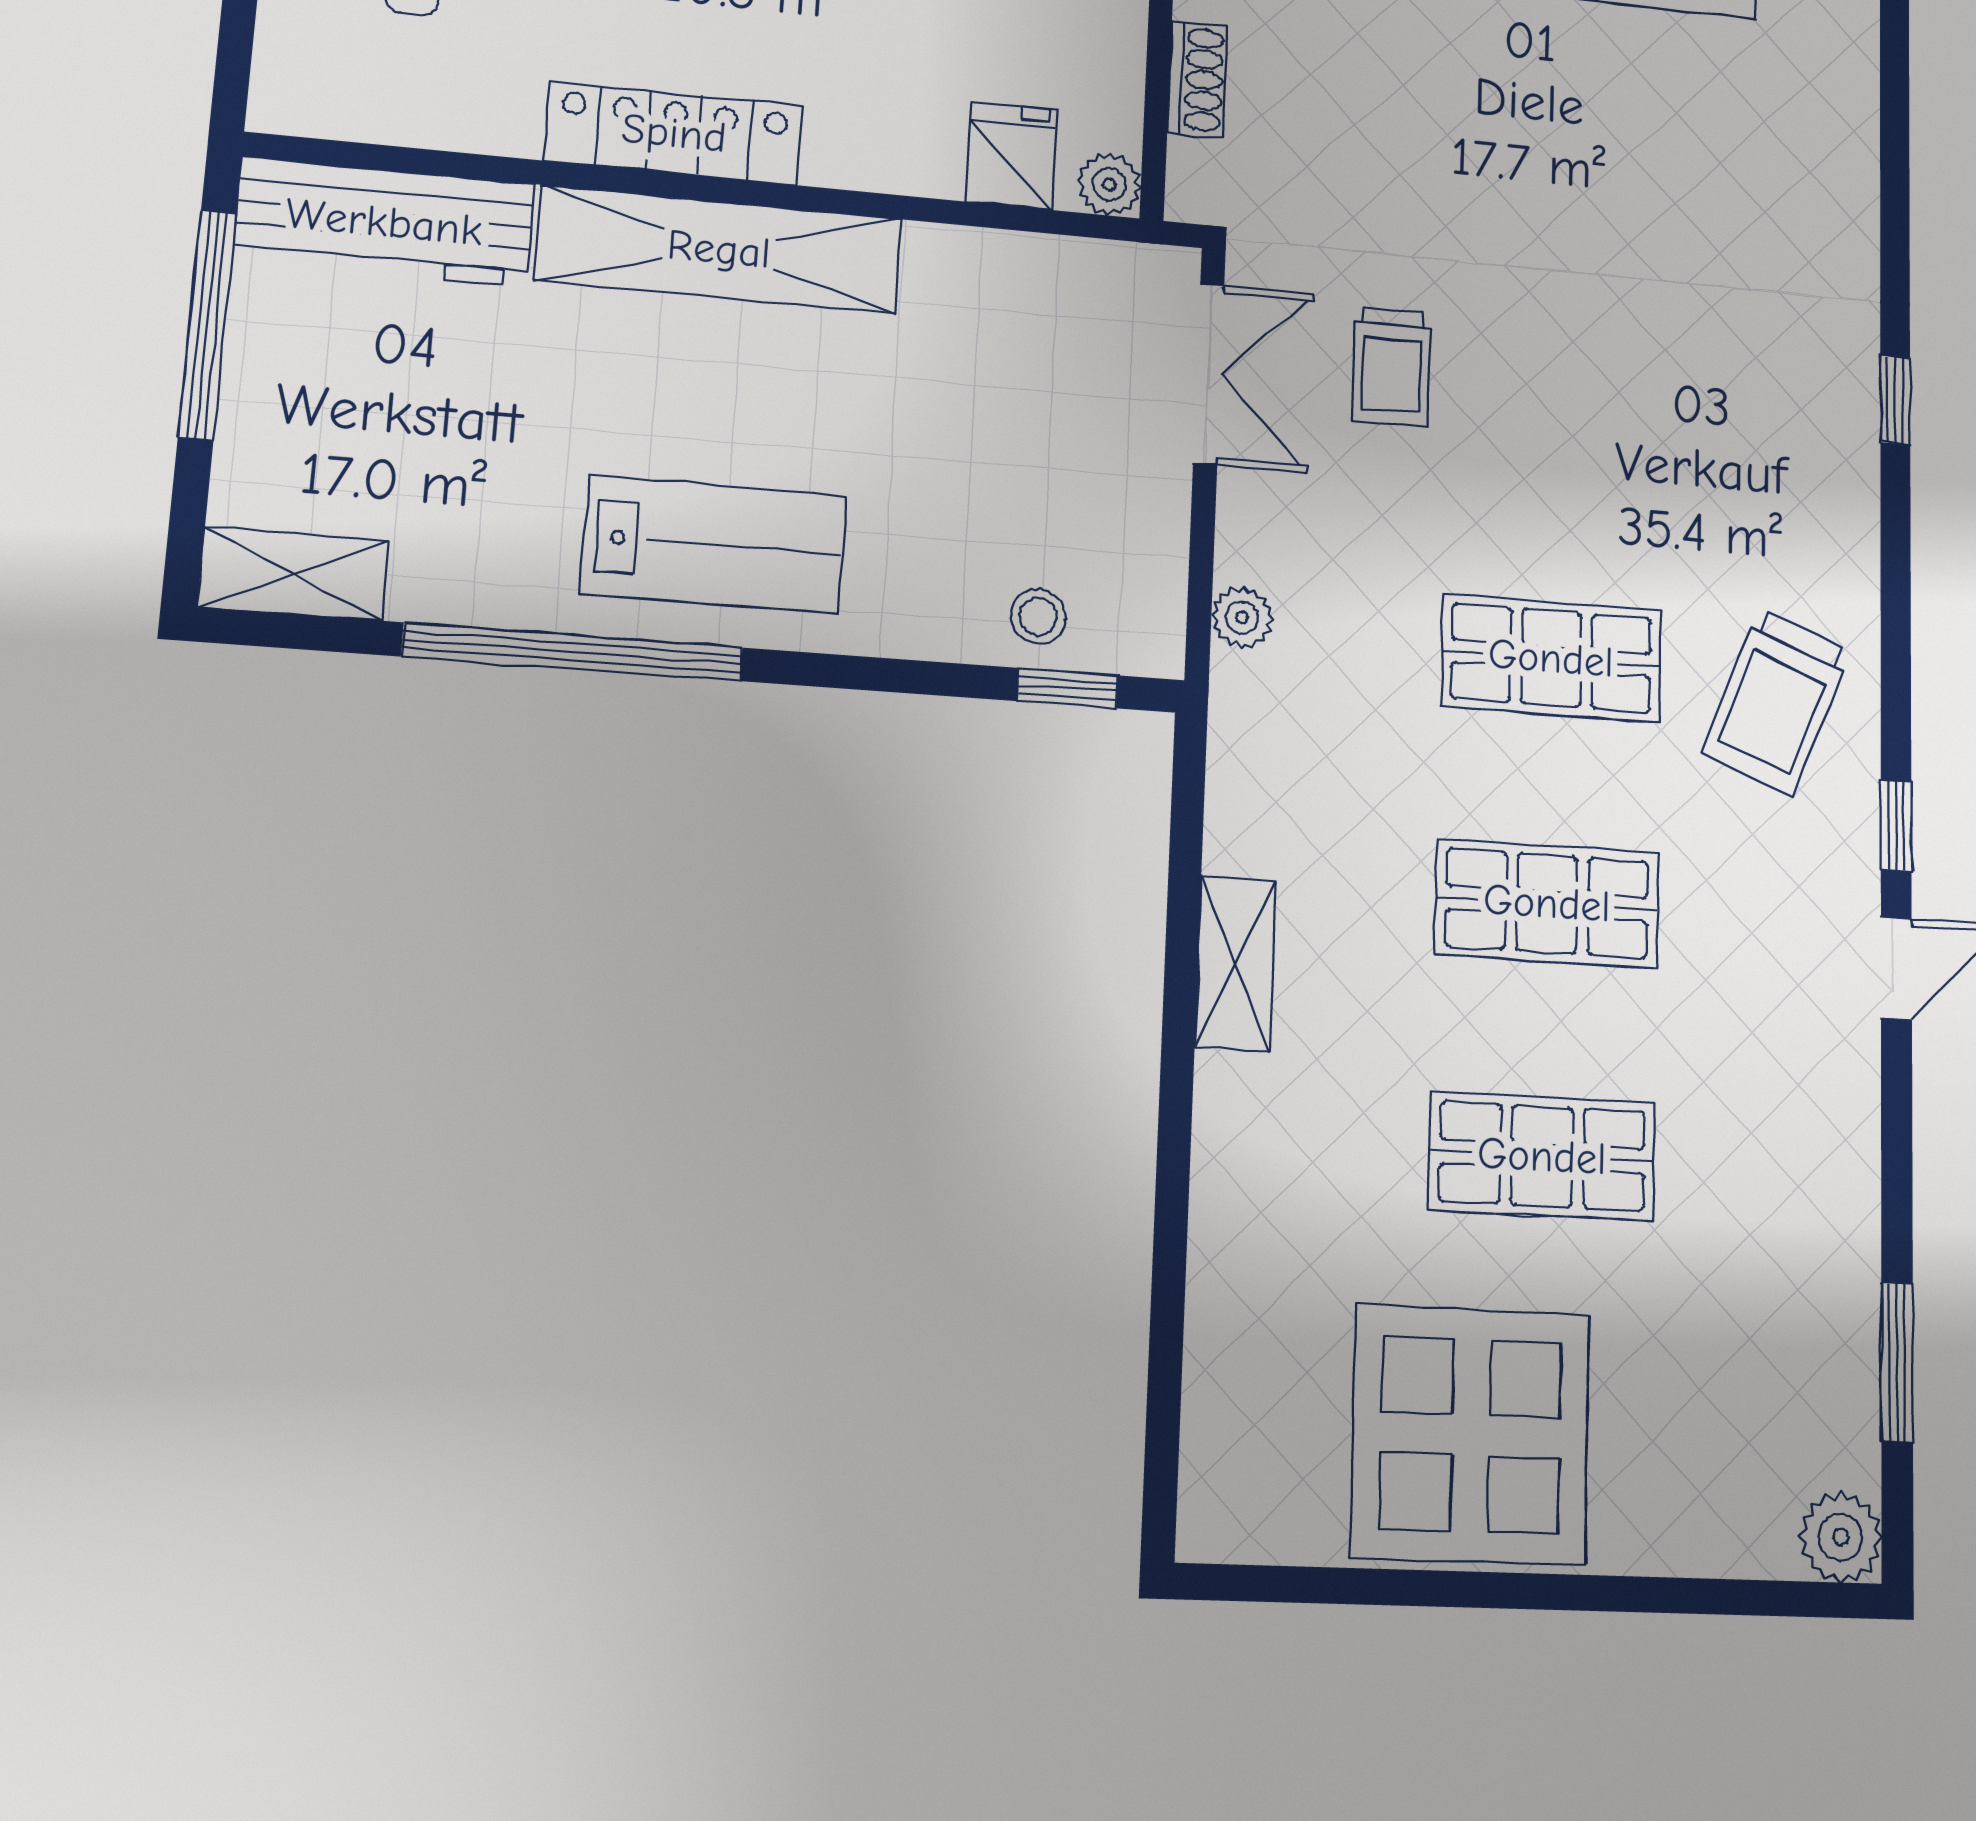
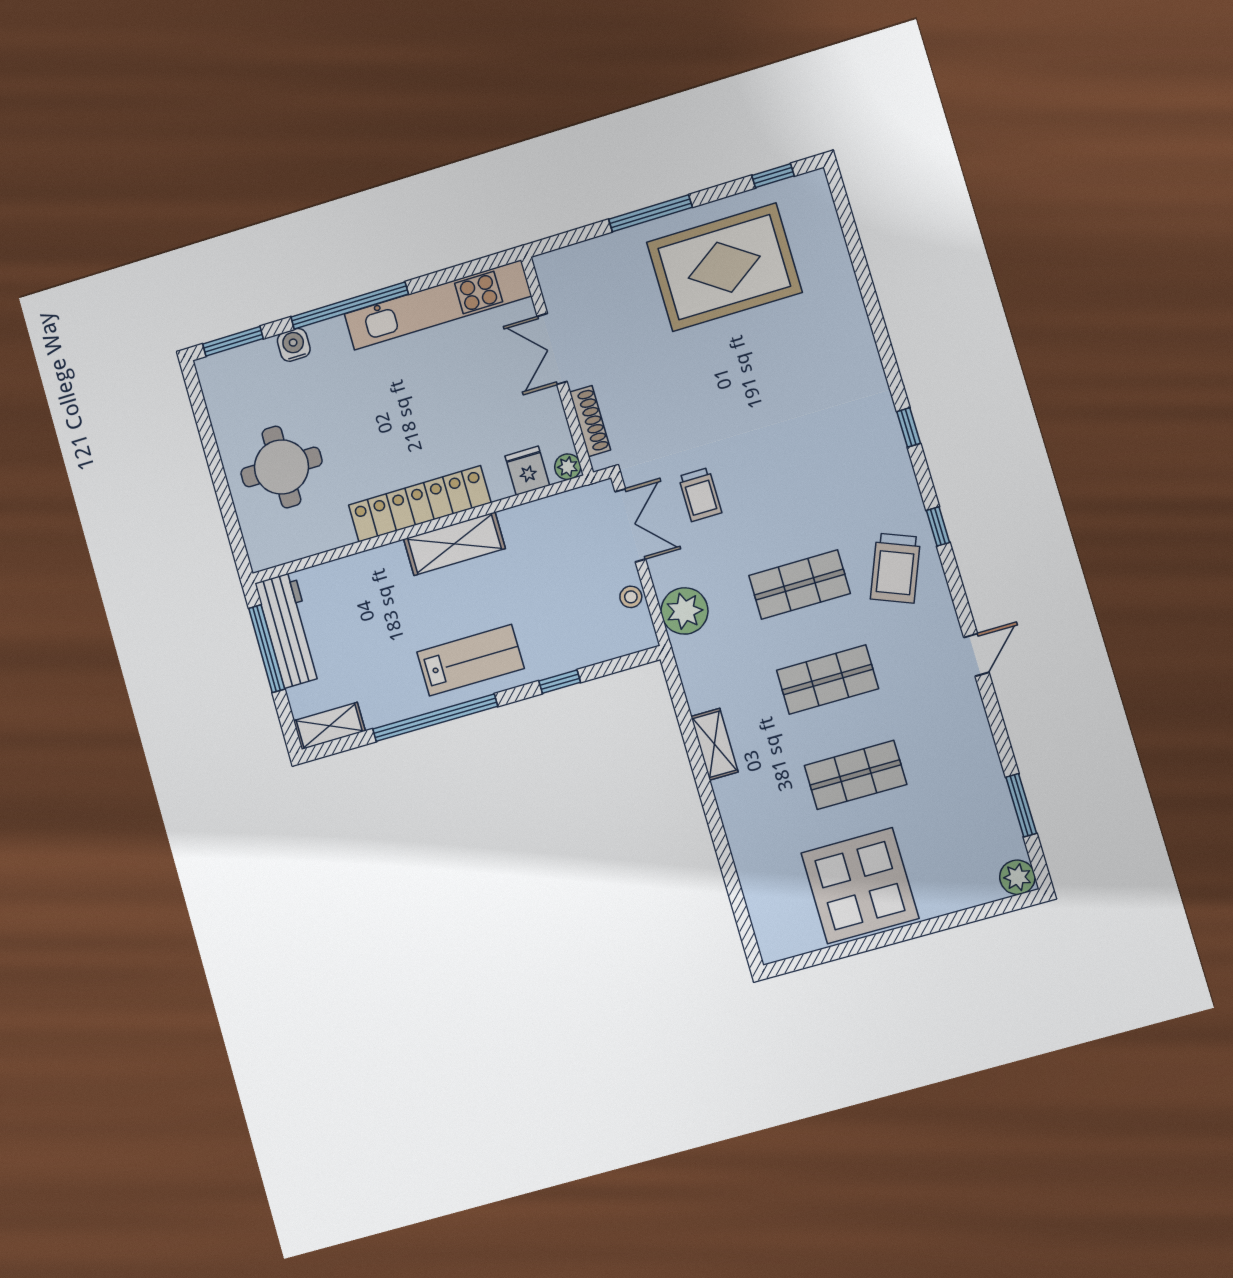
shoe rack: (1197, 79) -> (590, 421), width x1.43
locker: (674, 133) -> (420, 504), width x1.41, depth x1.21
workbench: (384, 222) -> (289, 630), moved, turned -90
shelving: (719, 249) -> (454, 544), width x0.68
stool: (1038, 616) -> (631, 597), moved
plant: (1242, 617) -> (684, 611), width x1.88, depth x1.88
window: (1067, 688) -> (560, 682), moved
window: (1896, 826) -> (938, 526), moved

